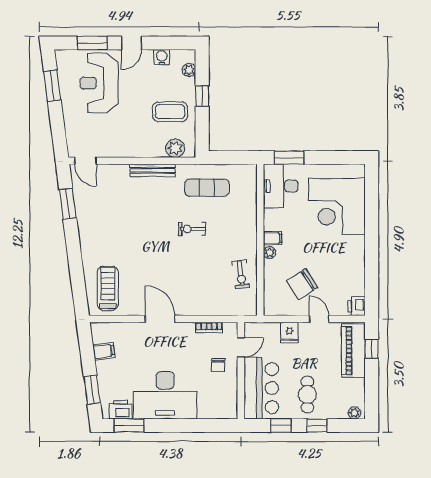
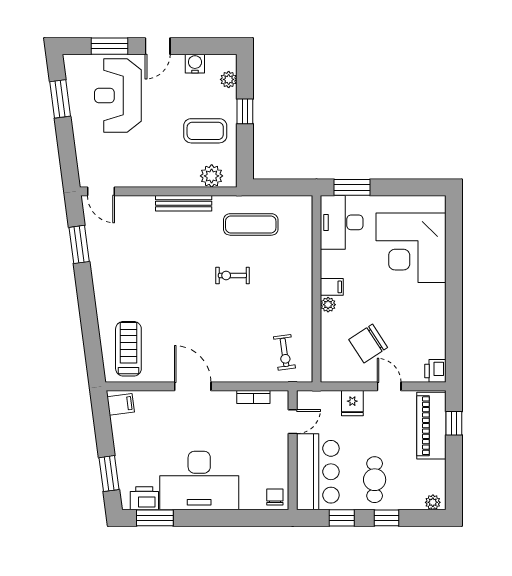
exercise bike: (241, 274) -> (284, 352), moved
filing cabinet: (104, 351) -> (121, 404), moved
chair: (218, 365) -> (275, 497), moved, turned 180

